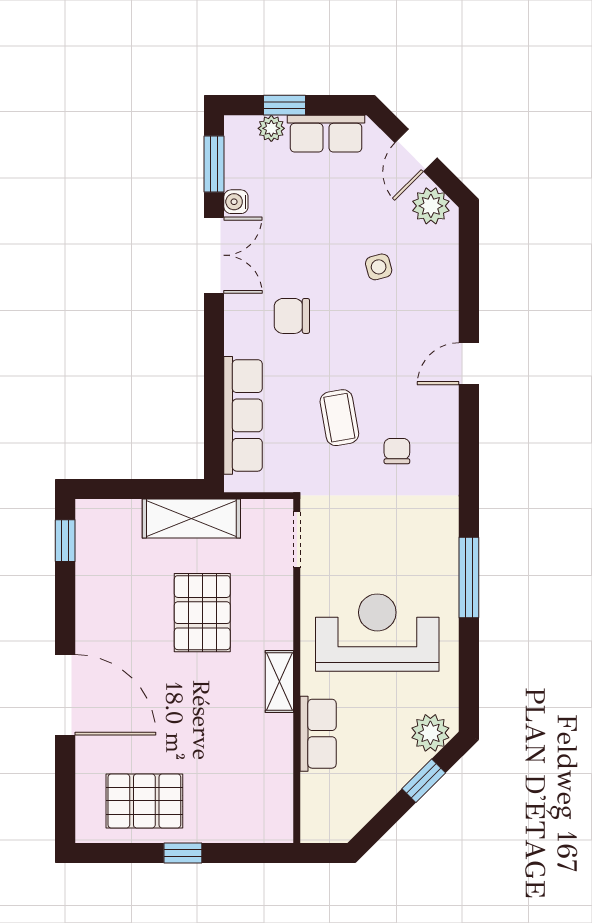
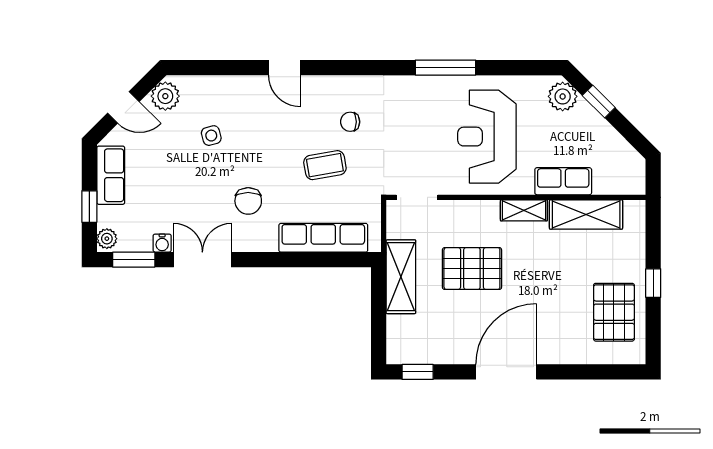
plant: (271, 128) -> (107, 239), moved
door: (65, 695) -> (506, 372), moved
shelving: (274, 764) -> (586, 214), added

